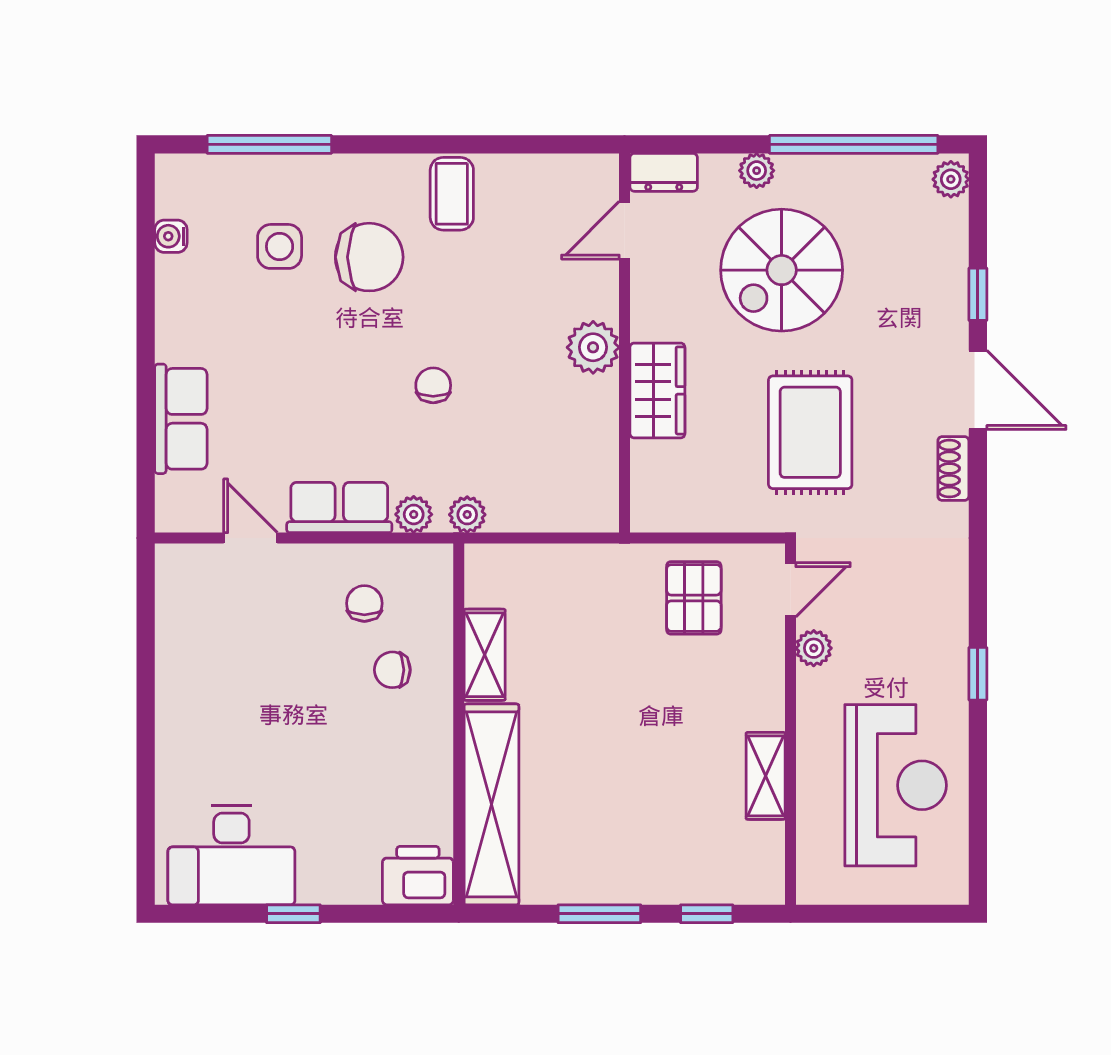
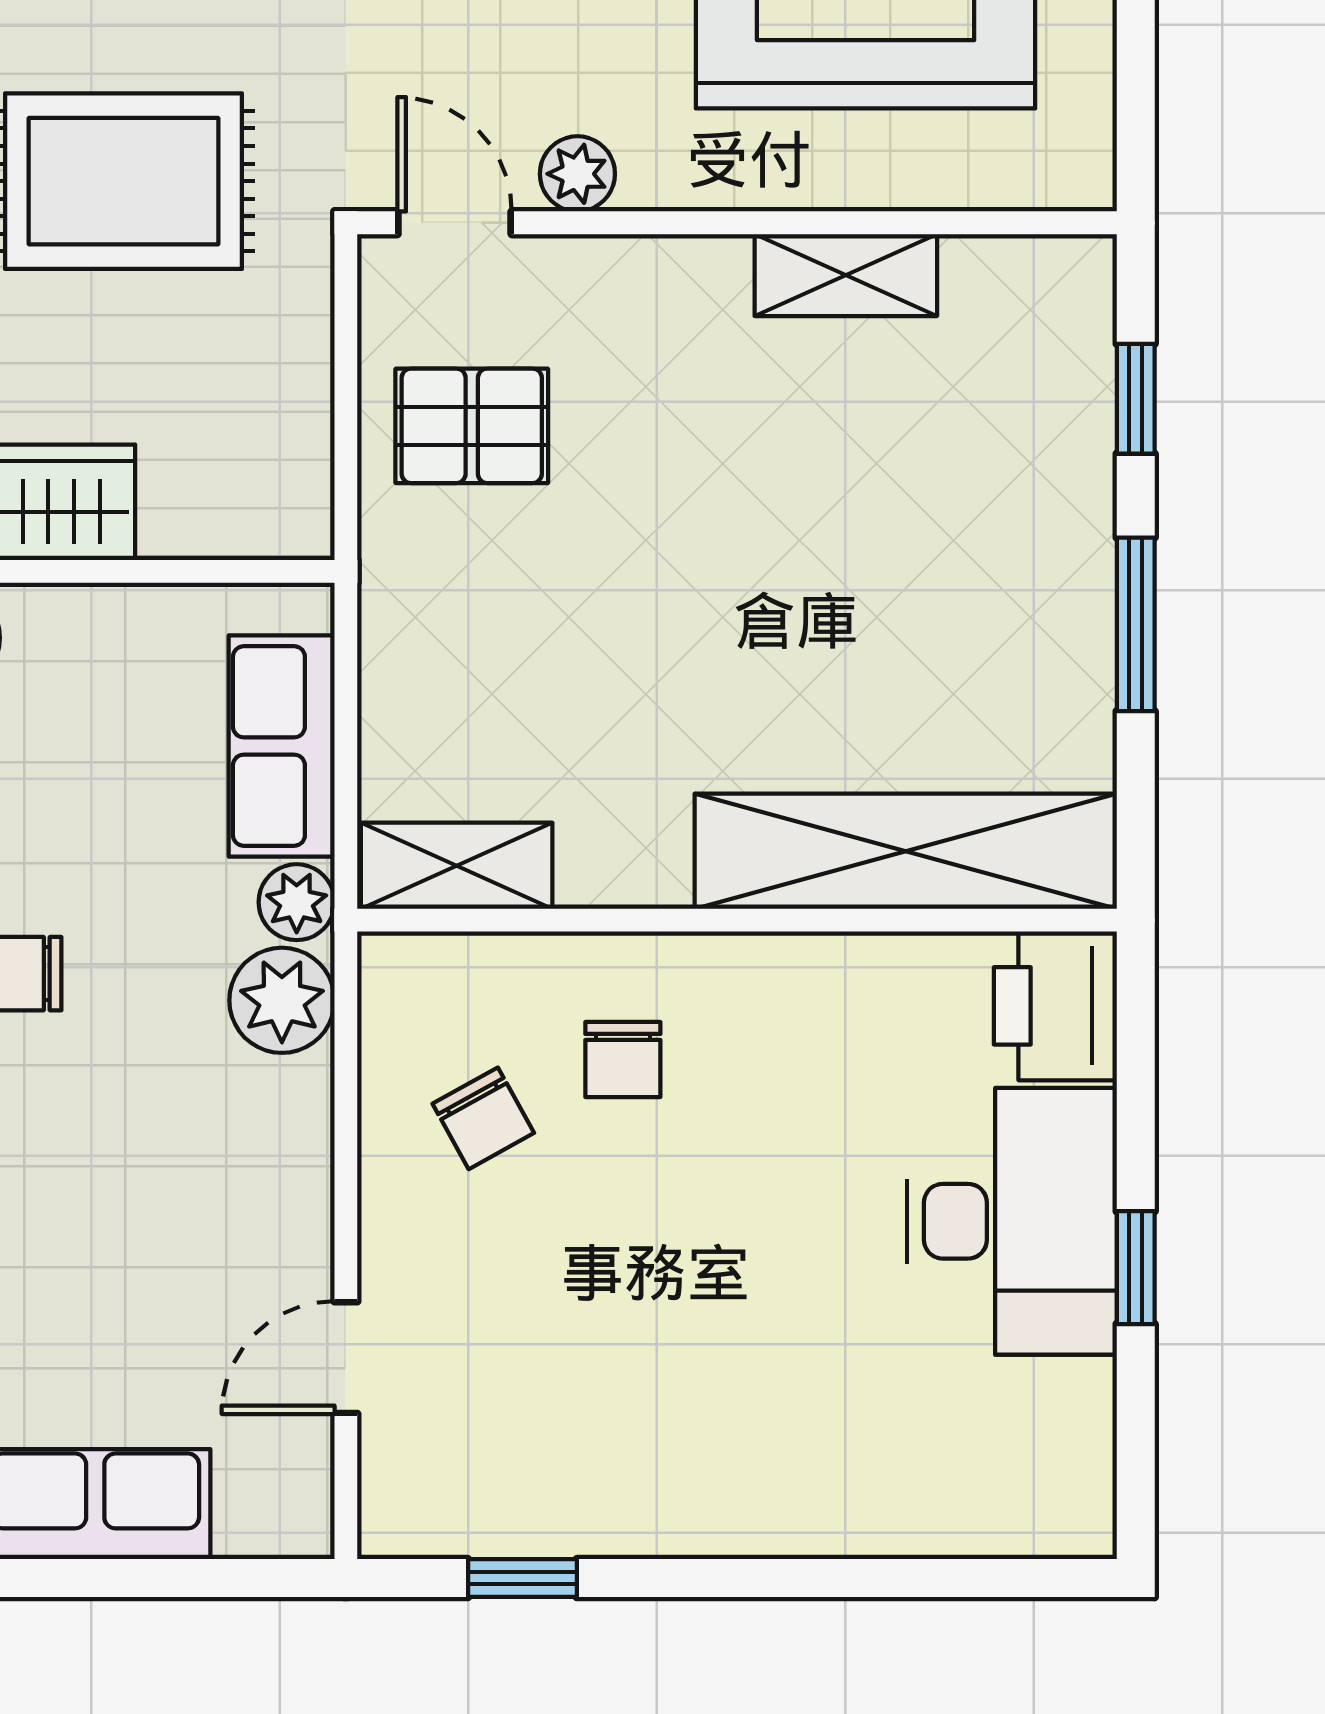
row of seats: (339, 507) -> (282, 746), moved
plant: (414, 514) -> (282, 1000), width x1.38, depth x1.38
chair: (364, 603) -> (483, 1118), turned -119
window: (146, 622) -> (522, 1578), added
shelving: (485, 655) -> (457, 866), moved
desk: (231, 855) -> (1012, 1221), moved

